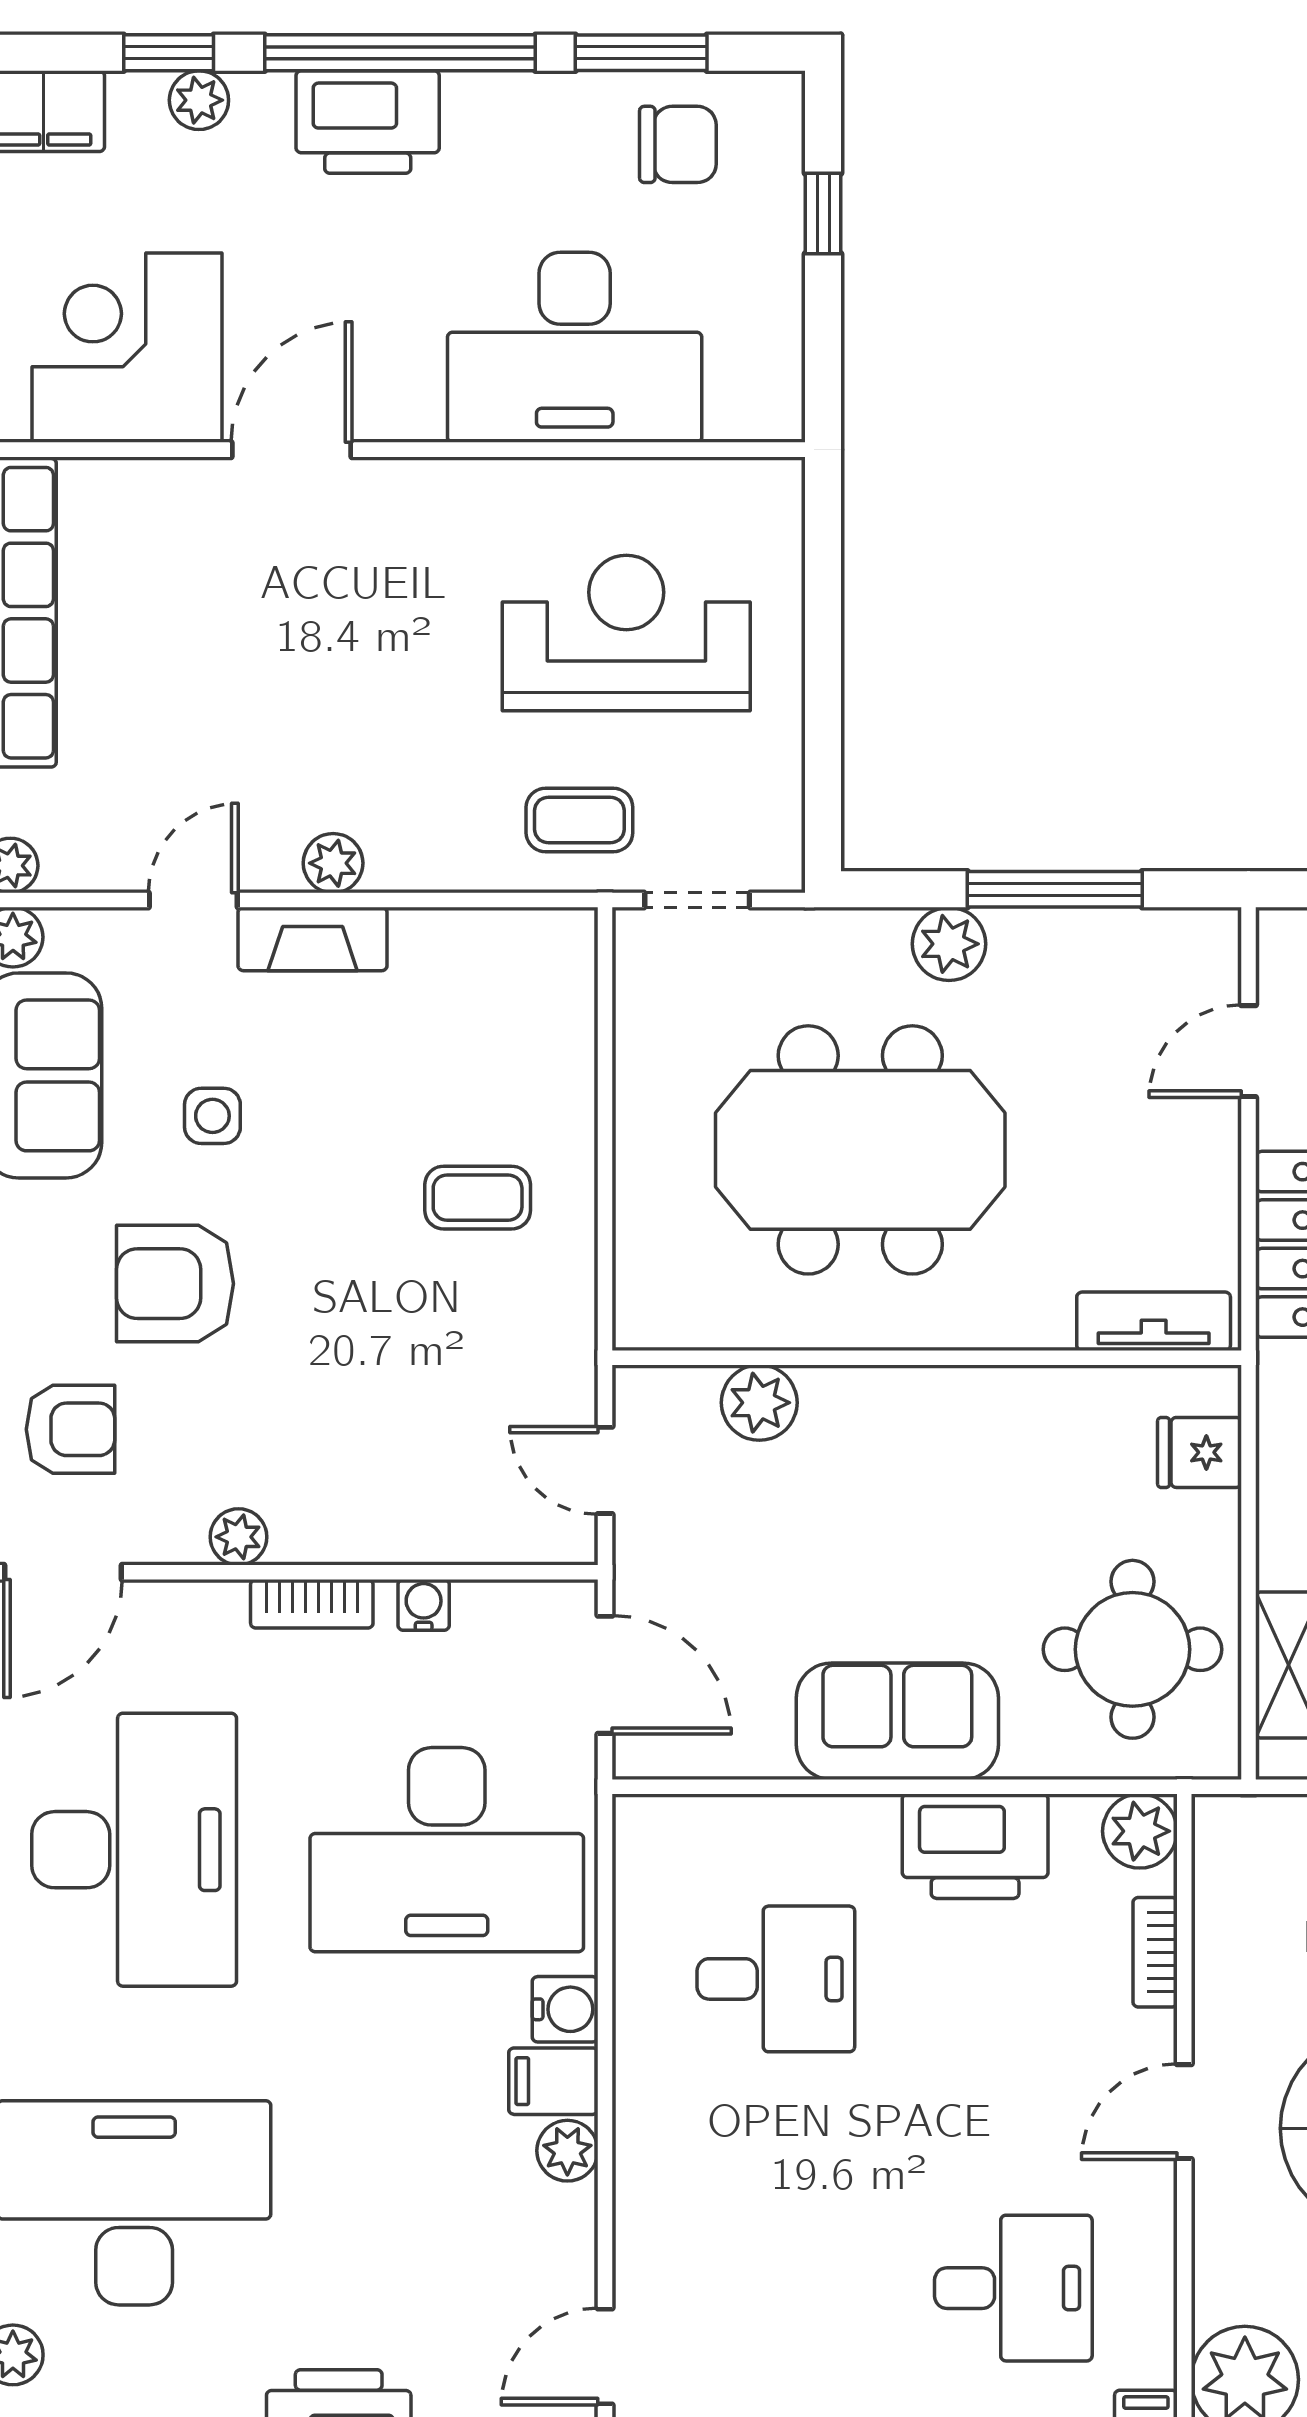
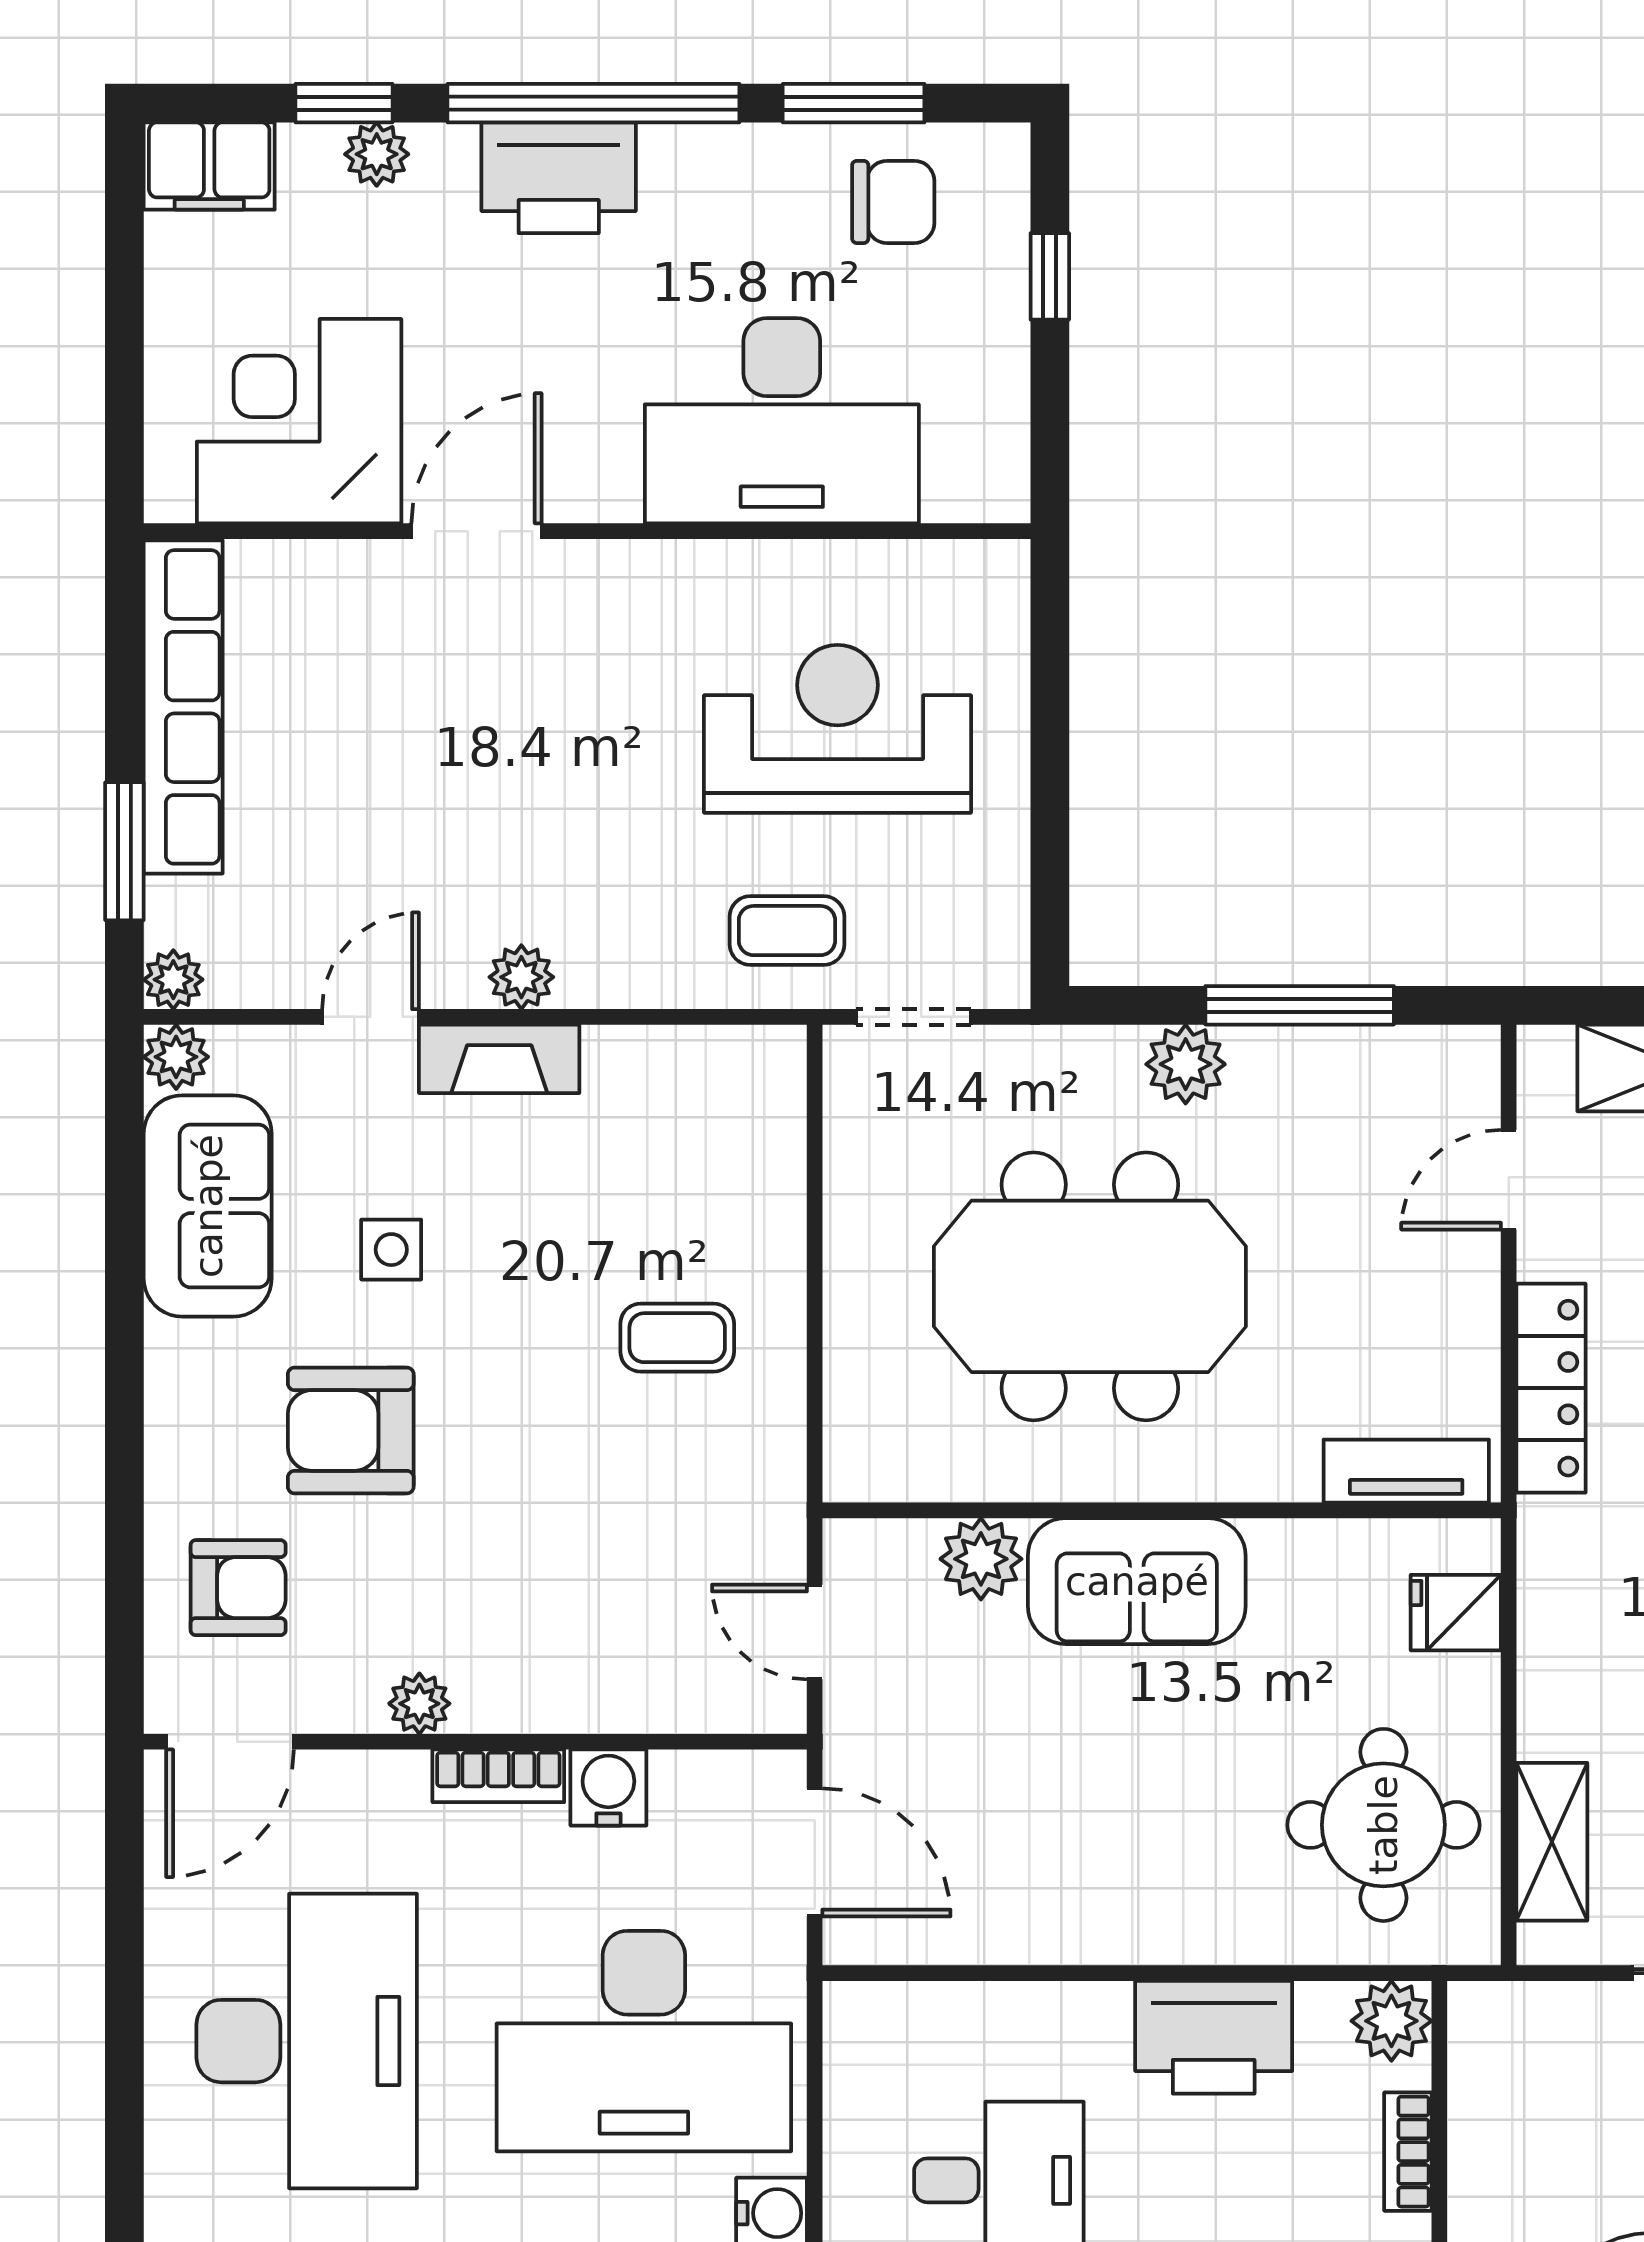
water cooler: (424, 1605) -> (608, 1787), width x1.38, depth x1.38
sofa: (897, 1721) -> (1137, 1581), moved, turned 180

